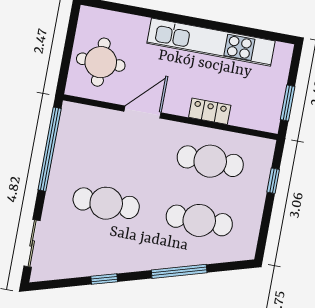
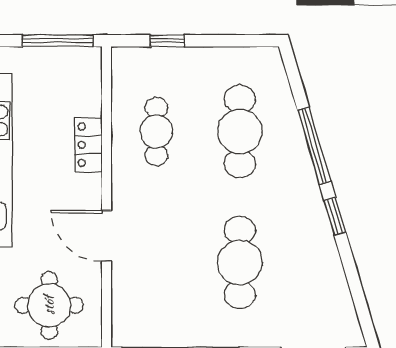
window: (288, 103) -> (58, 41), width x1.44
cafe table: (210, 161) -> (156, 131), width x0.73, depth x0.74
window: (104, 279) -> (335, 216), moved

